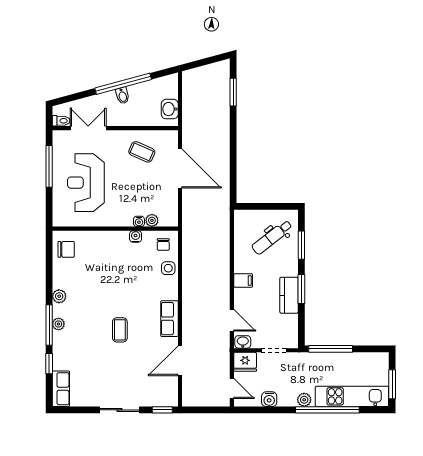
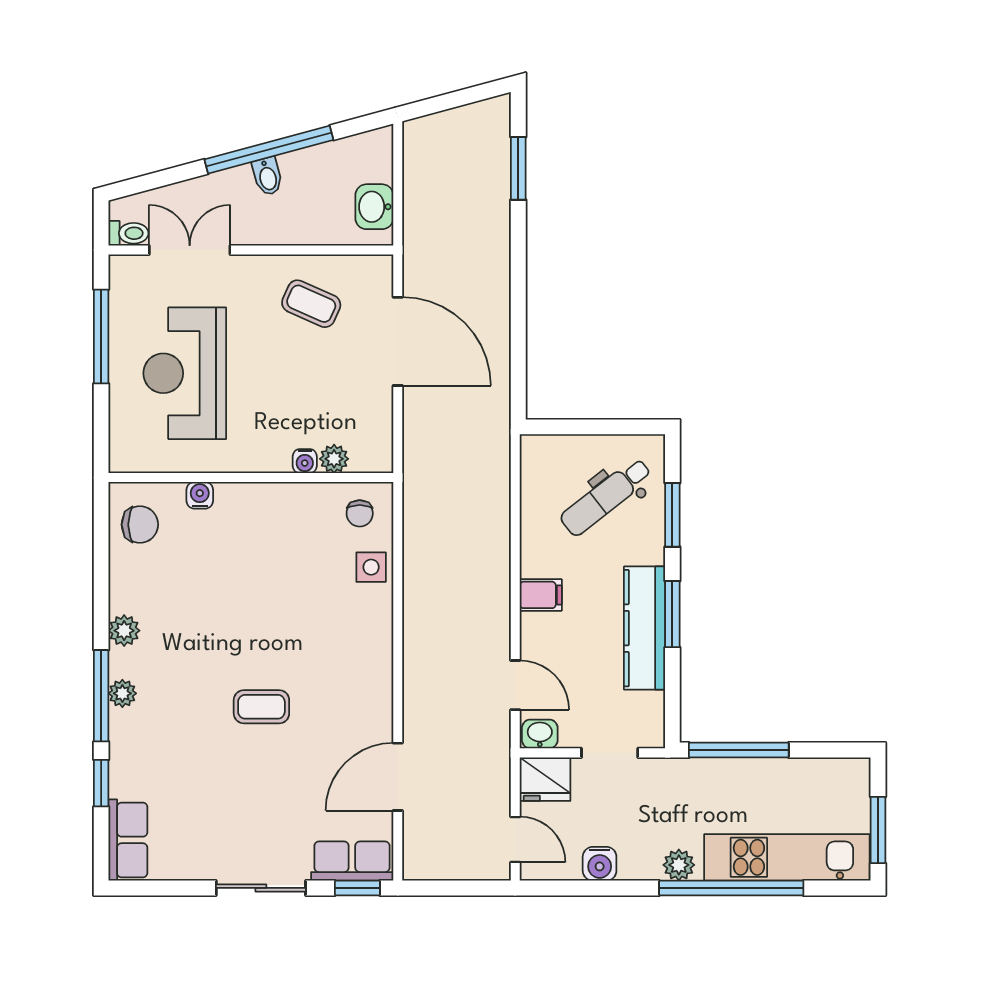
water cooler: (136, 236) -> (200, 495), moved
kitchen counter: (289, 295) -> (644, 628), width x1.50
row of seats: (169, 319) -> (352, 861), moved, turned 90
coffee table: (120, 330) -> (261, 707), turned 90

